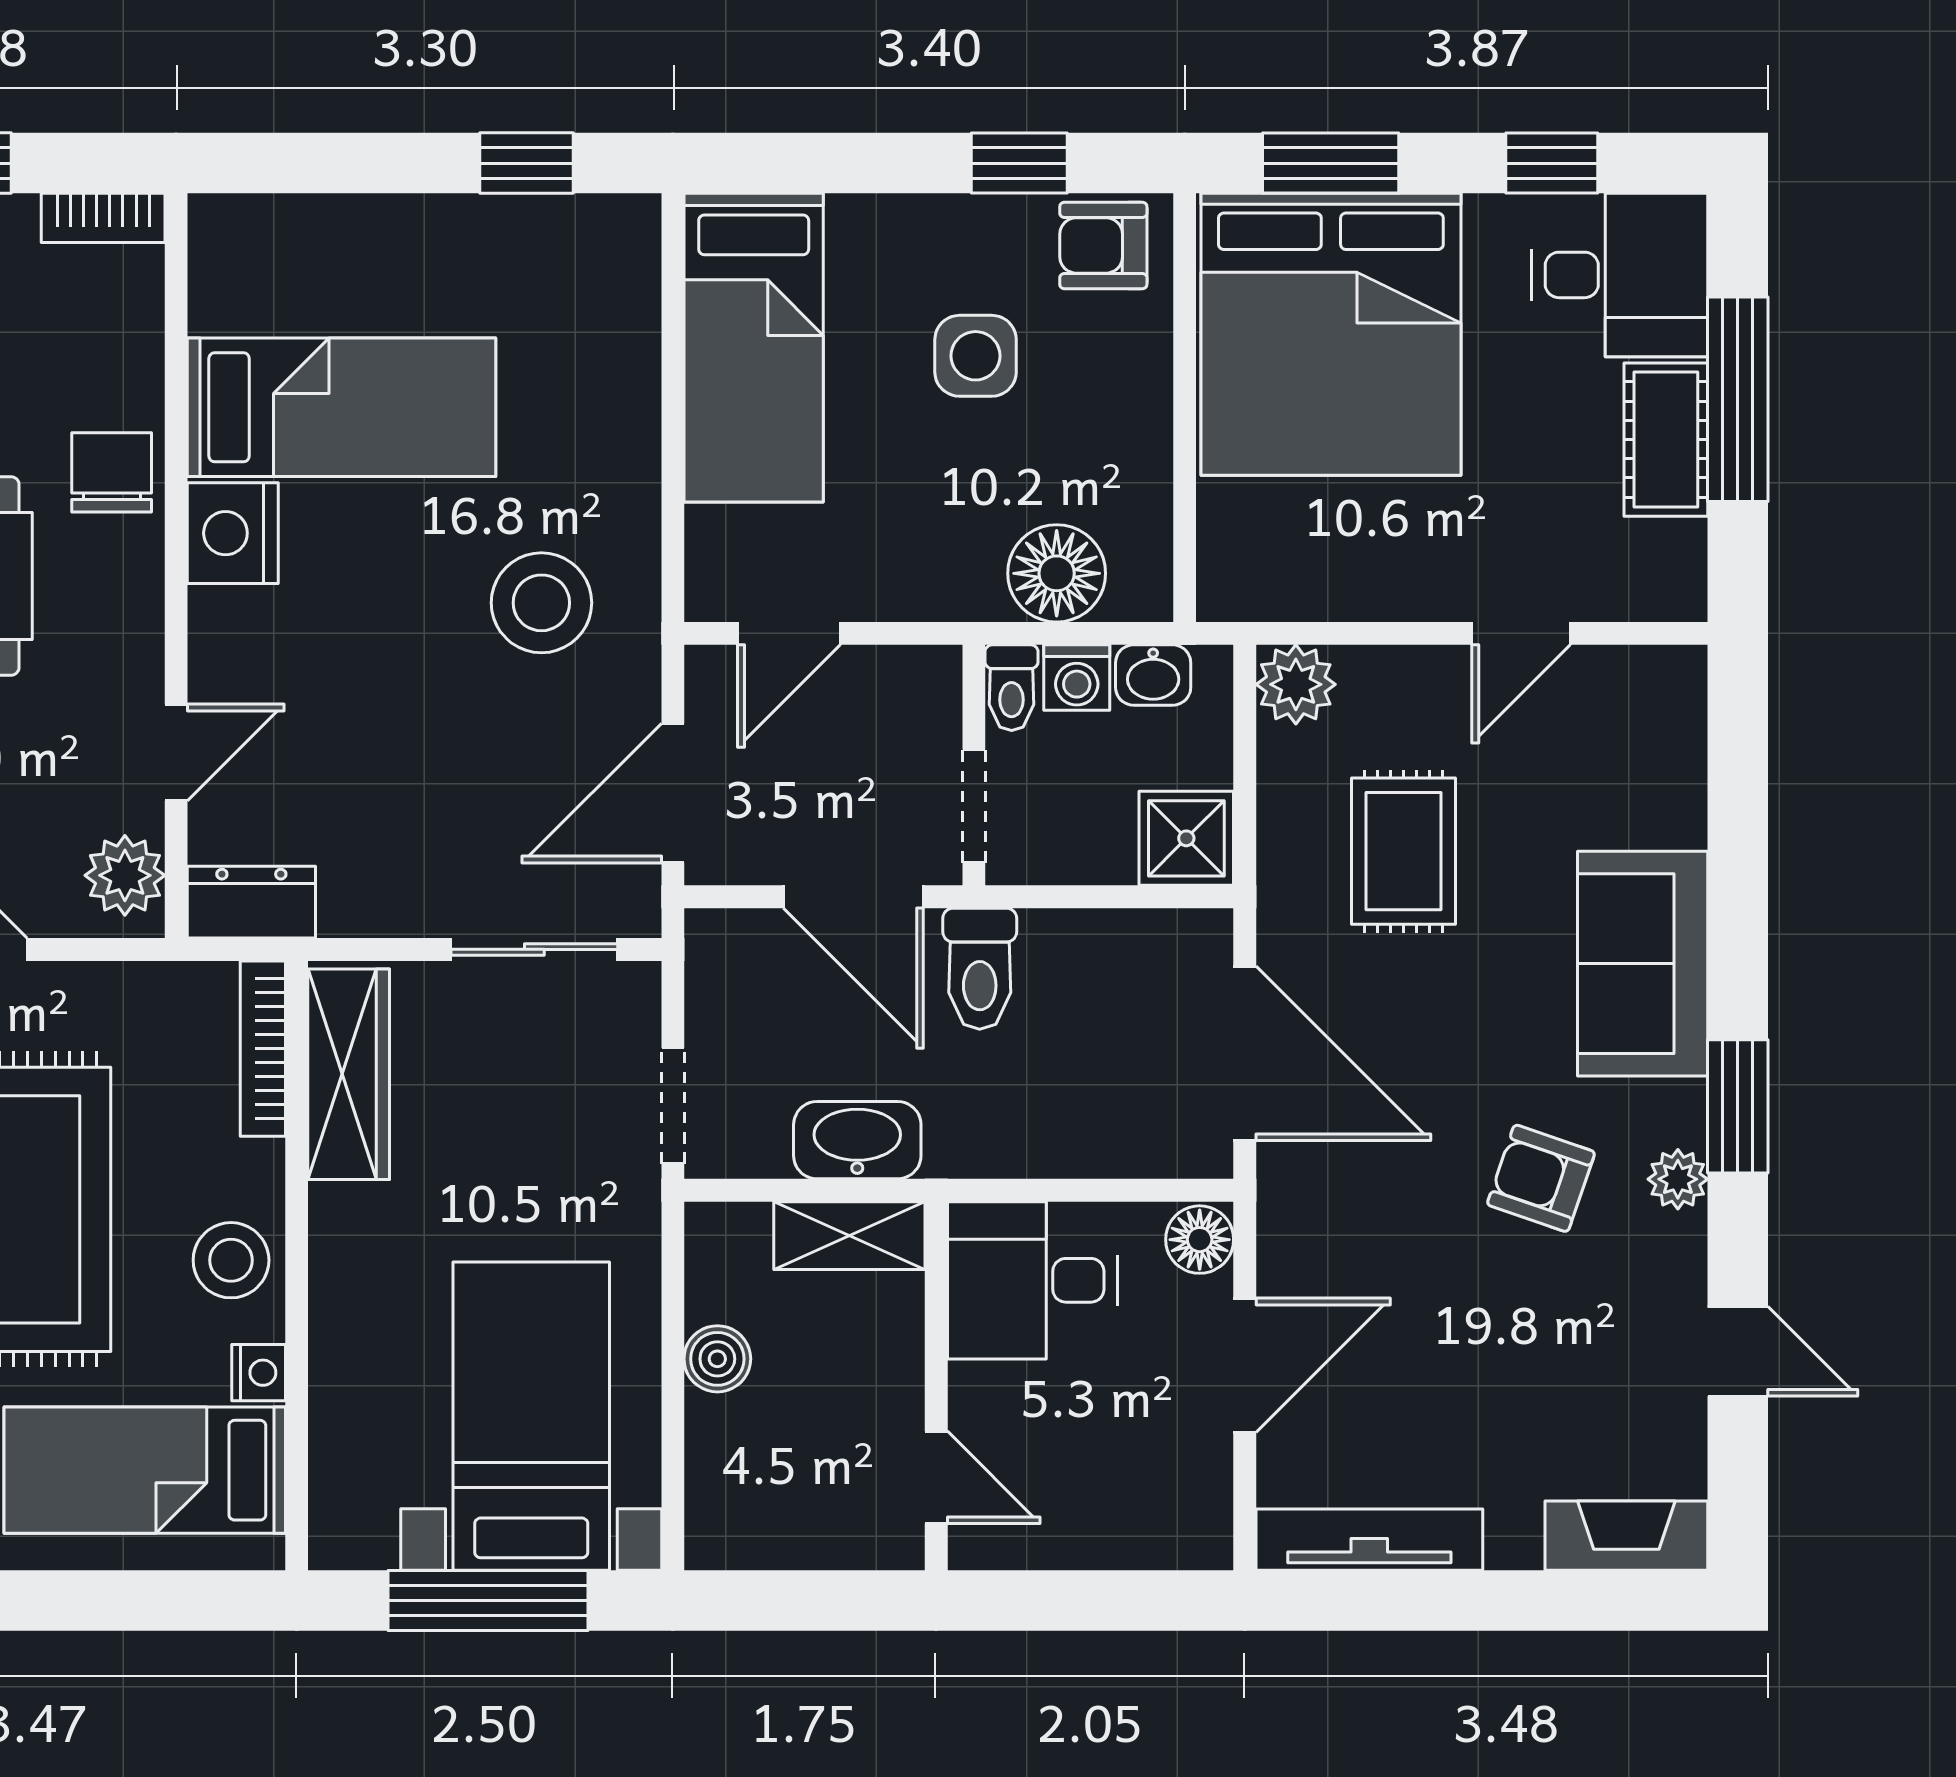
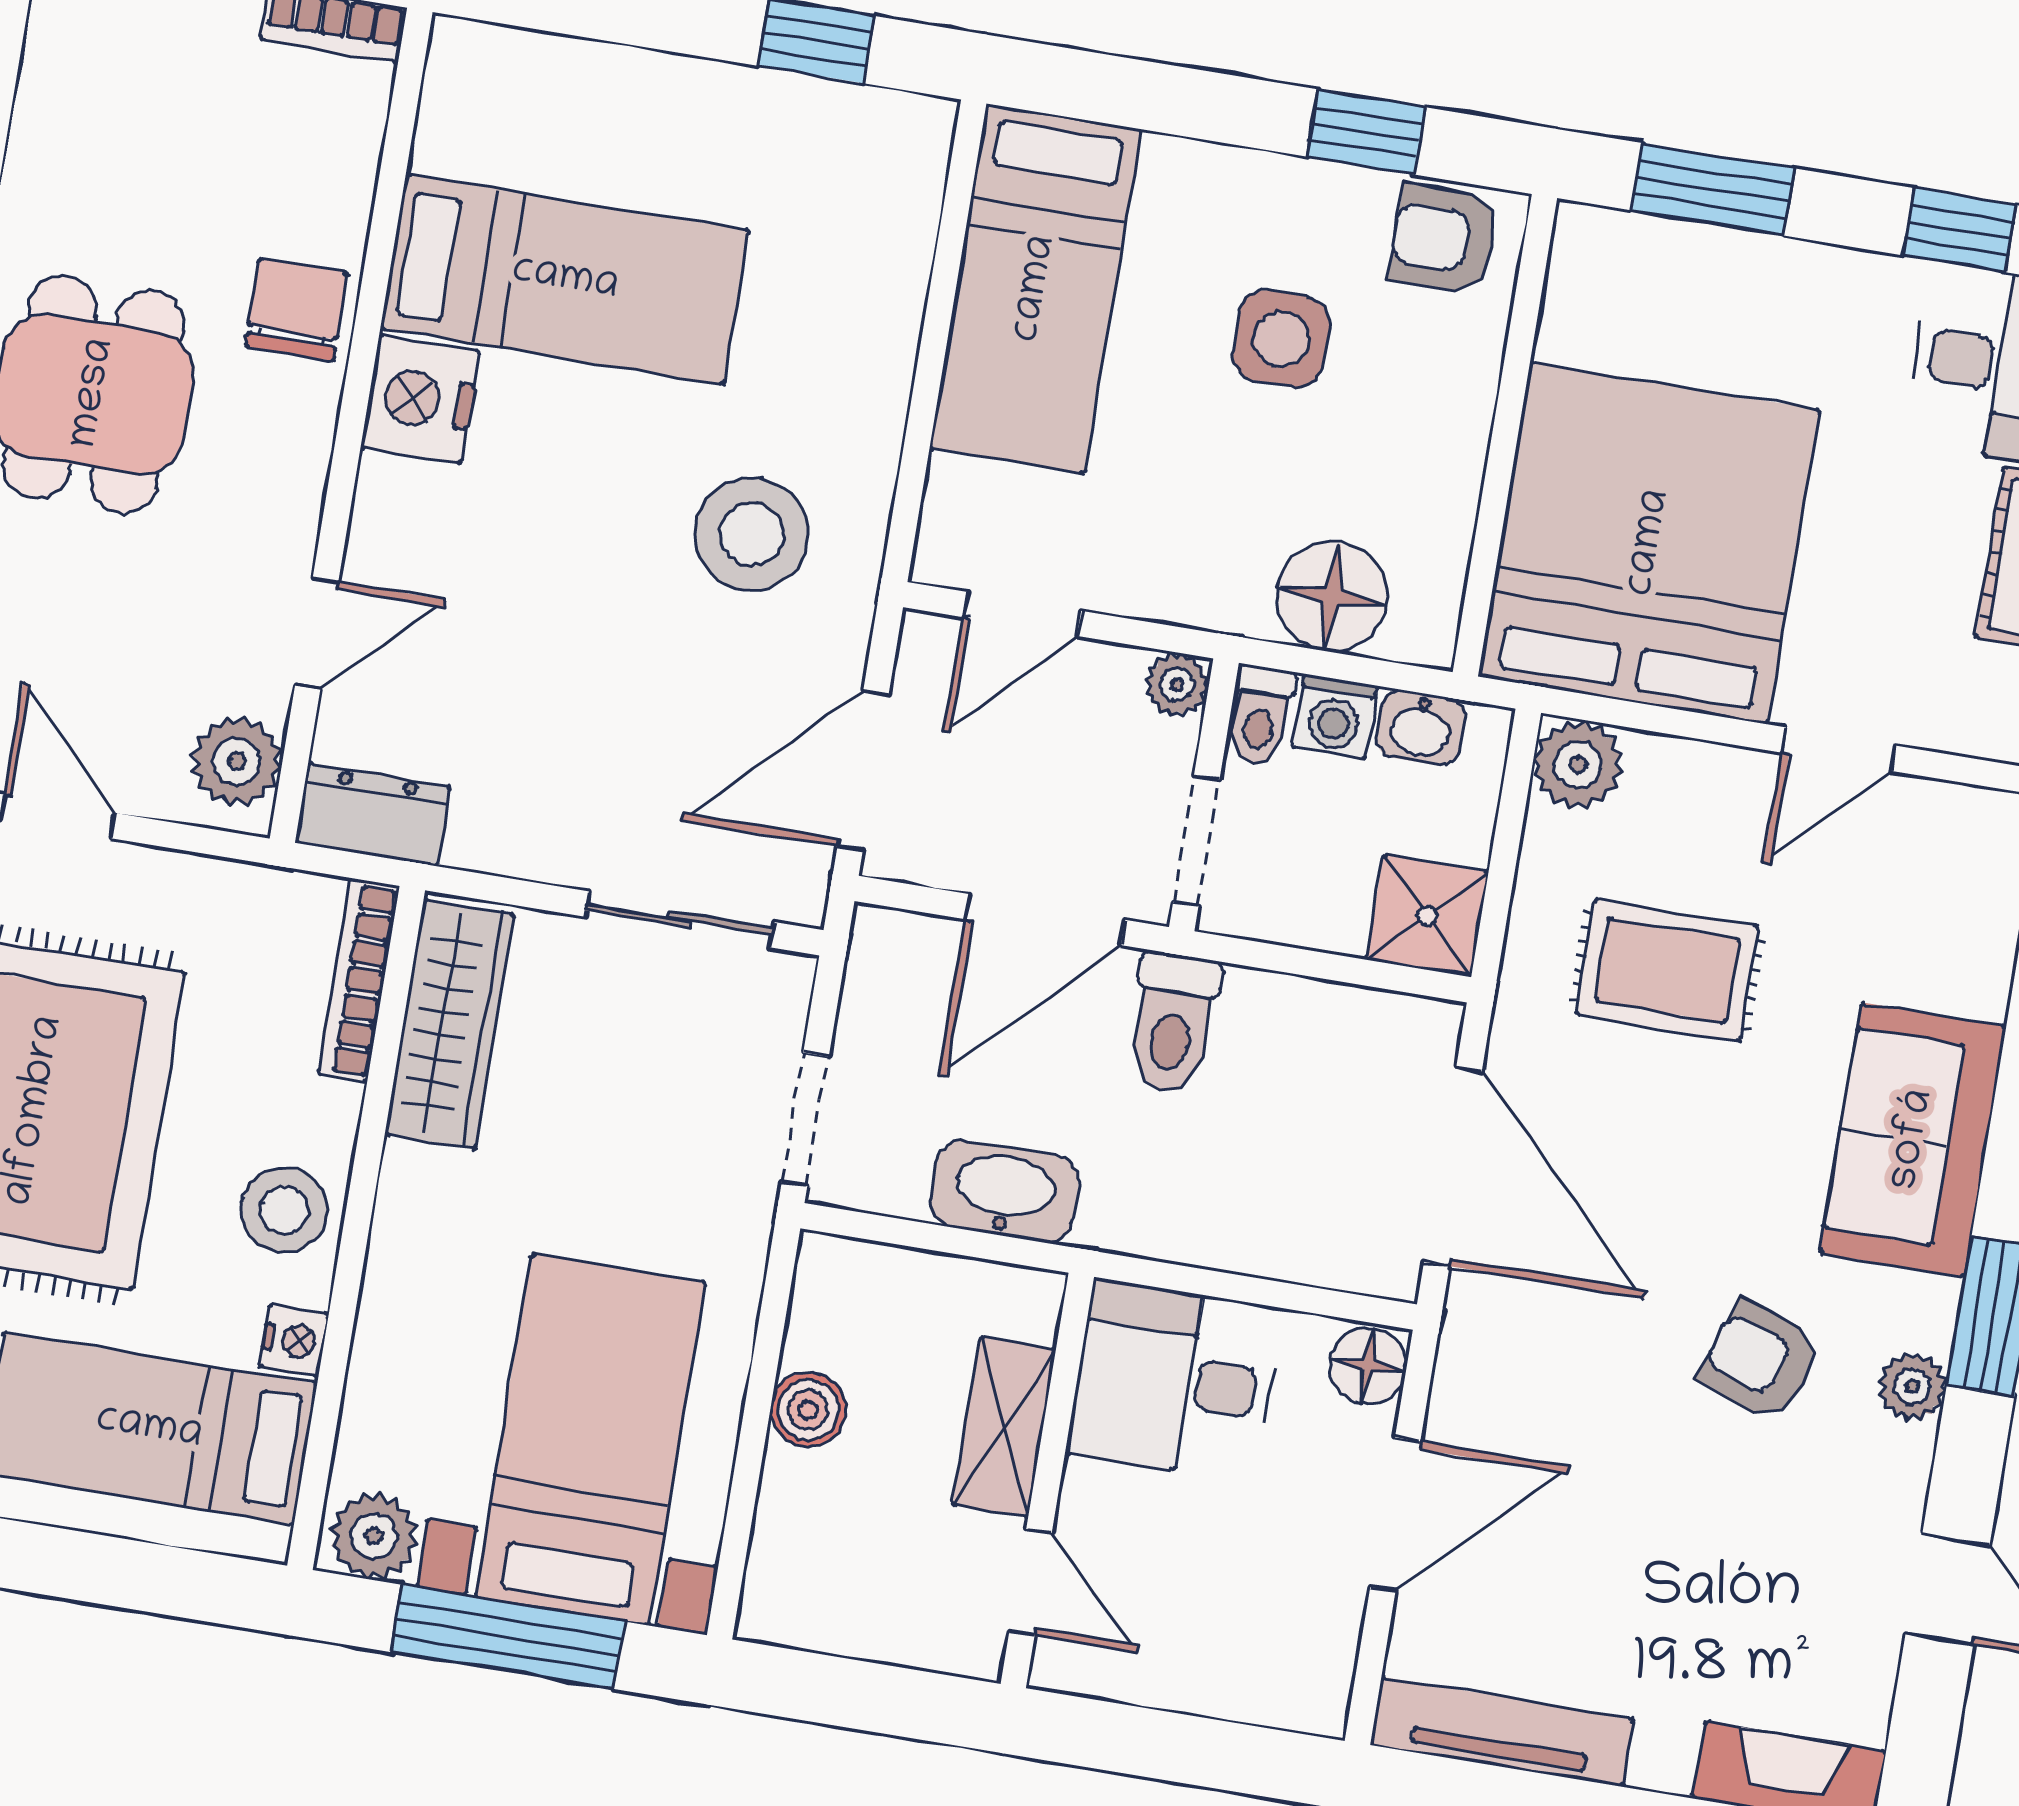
bed: (1331, 334) -> (1649, 543), moved, turned 180
plant: (935, 673) -> (1177, 685), added
rug: (1403, 851) -> (1667, 970), turned 90
door: (853, 897) -> (1045, 920), hinge flipped
shelving: (849, 1236) -> (1004, 1427), moved, turned 90
plant: (356, 1532) -> (374, 1536), added

